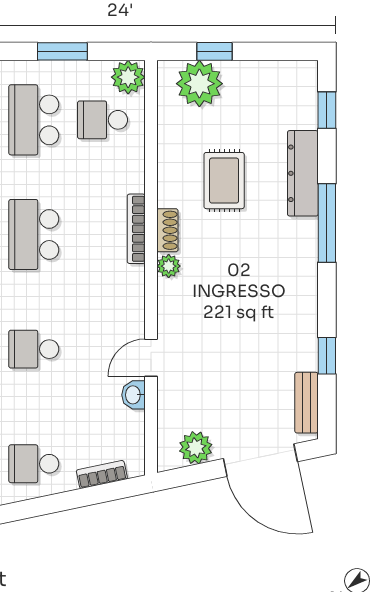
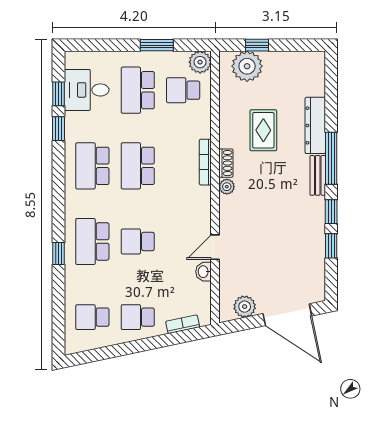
window: (327, 110) -> (331, 212), moved
bench: (306, 403) -> (318, 175), moved

